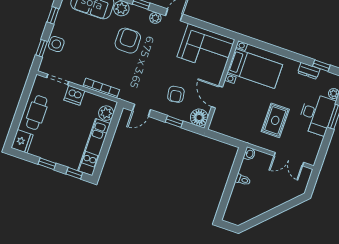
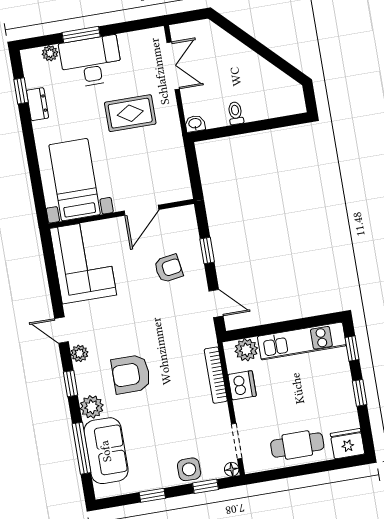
dishwasher: (74, 95) -> (242, 385), moved
floor lamp: (199, 118) -> (232, 469), moved, width x0.53, depth x0.53

